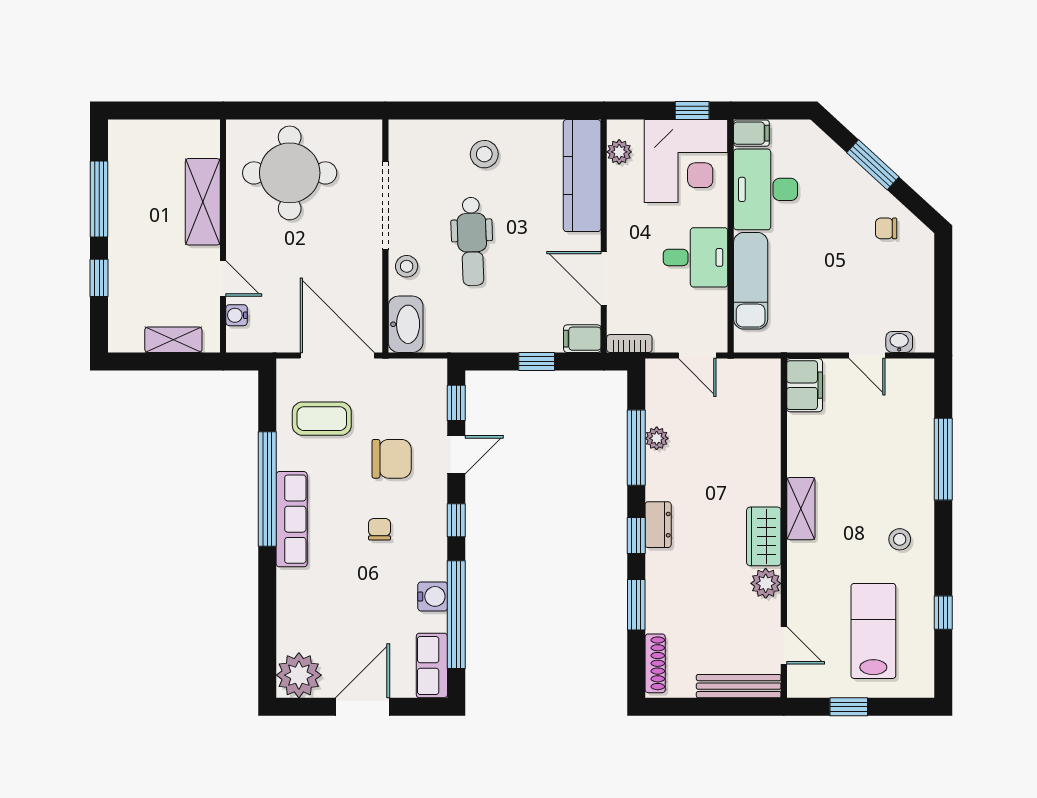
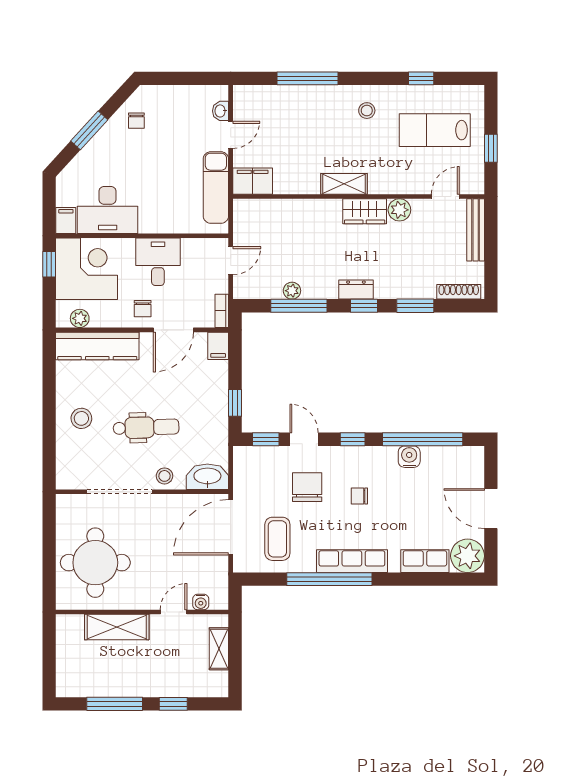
chair: (632, 237) -> (143, 309), added
exam couch: (751, 281) -> (216, 188), moved, turned -90
window: (537, 361) -> (235, 403), moved
row of seats: (432, 665) -> (425, 561), moved, turned 180

